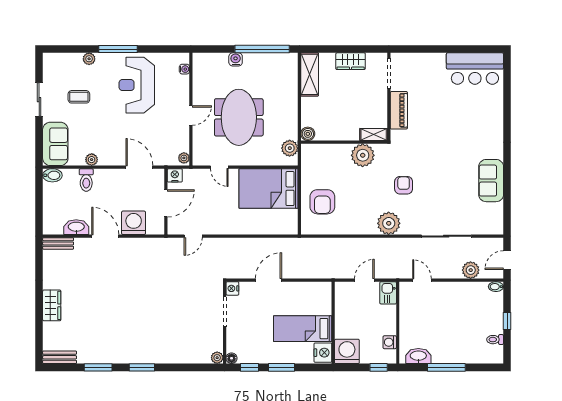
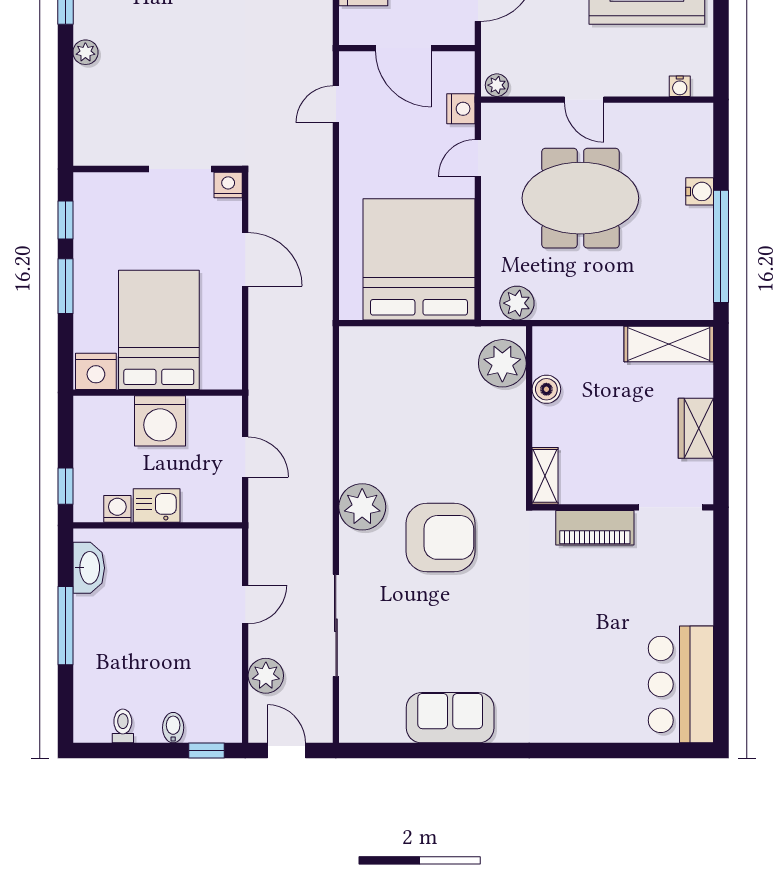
boiler: (308, 134) -> (546, 389), moved
plant: (363, 155) -> (502, 363), moved
nightstand: (175, 175) -> (461, 109), moved
armchair: (404, 185) -> (441, 537), width x1.88, depth x1.88
bed: (269, 189) -> (419, 259), width x1.36
armchair: (322, 202) -> (407, 370), removed
door: (193, 236) -> (336, 104), hinge flipped
door: (422, 280) -> (245, 604), moved
bidet: (496, 287) -> (173, 728), moved
kitchen sink: (388, 293) -> (157, 506), moved
window: (507, 321) -> (206, 750), moved
bed: (303, 329) -> (159, 330), width x1.50
washing machine: (347, 351) -> (160, 421), moved, turned 90
plant: (217, 358) -> (85, 52), moved
floor lamp: (232, 358) -> (84, 183), removed

